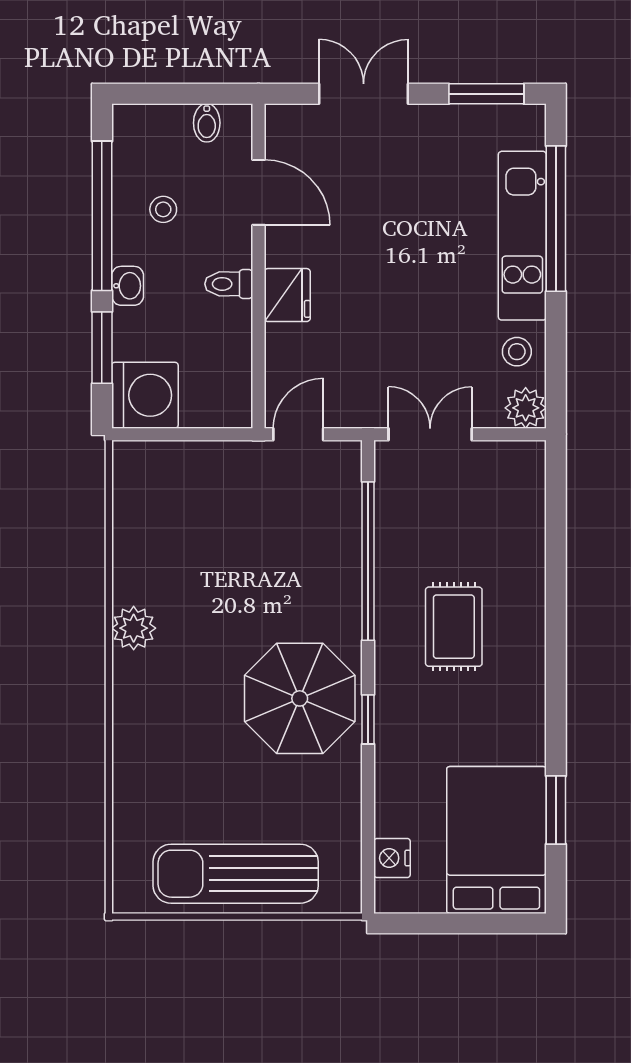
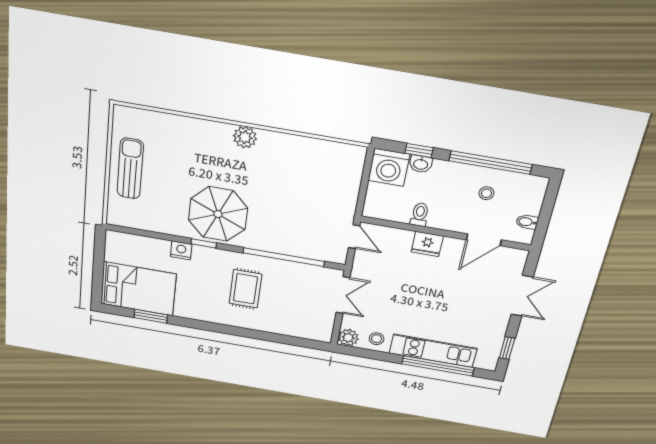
window: (486, 94) -> (507, 348), width x0.67
toilet: (229, 284) -> (420, 214), moved
washbasin: (128, 286) -> (421, 164), moved
window: (102, 348) -> (419, 150), width x0.67
rug: (454, 627) -> (245, 289), turned 90
plant: (134, 628) -> (245, 137), moved
nightstand: (392, 858) -> (181, 250), moved
sun lounger: (236, 874) -> (130, 169), width x0.73, depth x0.75

